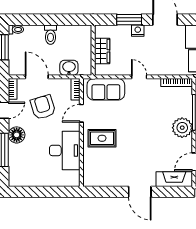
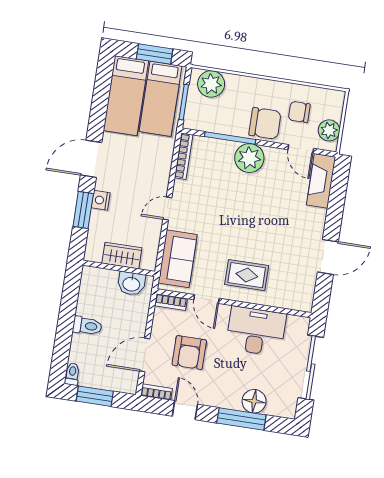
washbasin: (69, 68) -> (131, 284), moved, turned -90
armchair: (43, 107) -> (189, 353), turned -73
floor lamp: (17, 135) -> (254, 401), moved
rug: (102, 138) -> (247, 275), turned 90
sliding door: (46, 192) -> (311, 368), added
door: (140, 192) -> (328, 257), moved

